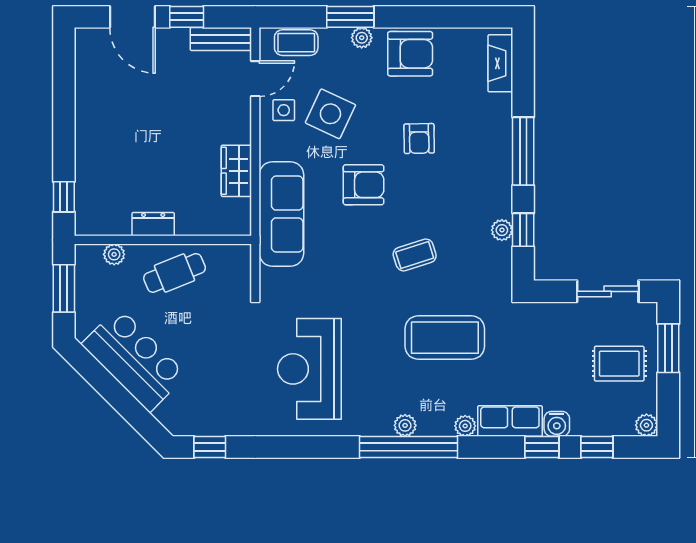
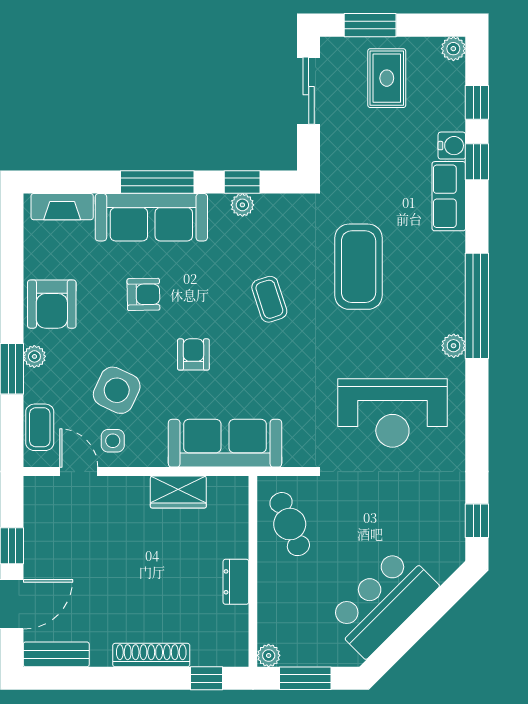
bench: (221, 39) -> (56, 654), moved, turned 90
armchair: (410, 54) -> (52, 304), turned 180
shoe rack: (85, 146) -> (151, 655), added
sofa: (491, 146) -> (151, 217), added
armchair: (364, 185) -> (193, 354), width x0.72, depth x0.72
plant: (114, 254) -> (269, 655), moved
cafe table: (175, 273) -> (290, 524), moved
plant: (405, 425) -> (454, 346), moved
plant: (465, 426) -> (454, 245), removed

